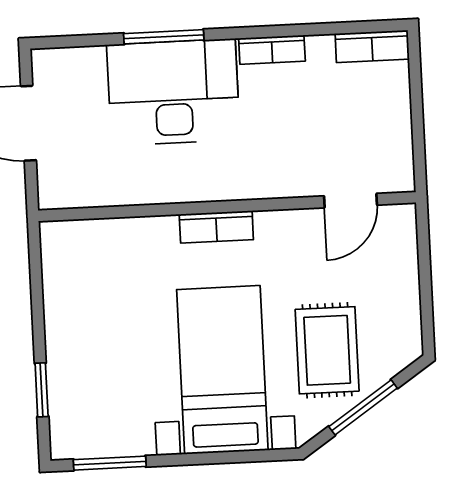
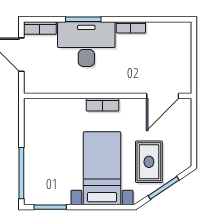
bookcase: (372, 46) -> (40, 28), moved
door: (351, 201) -> (163, 96), width x1.38
window: (42, 390) -> (21, 173), width x2.17

